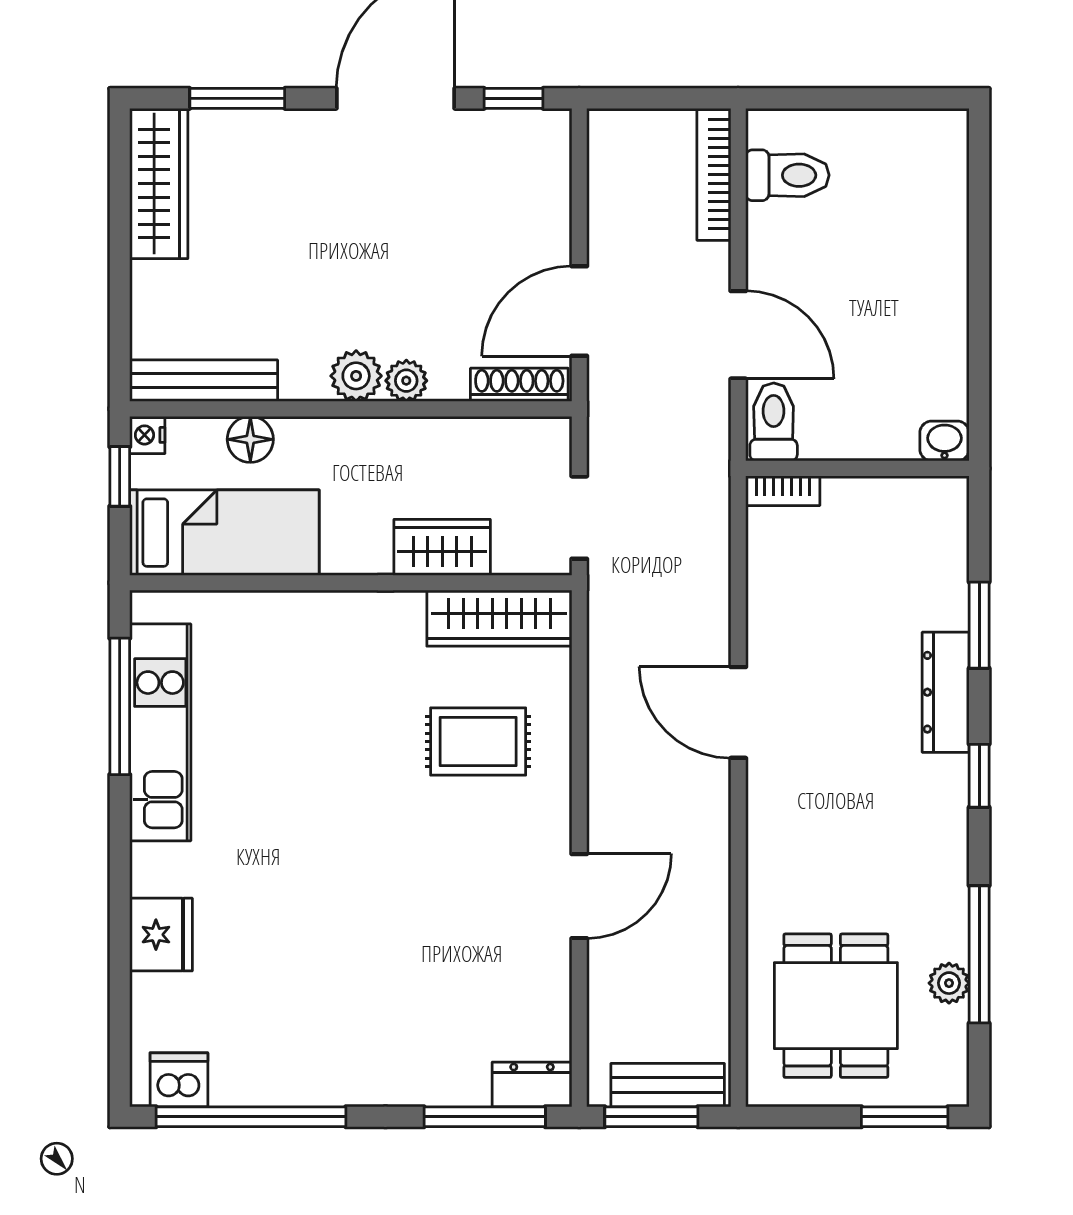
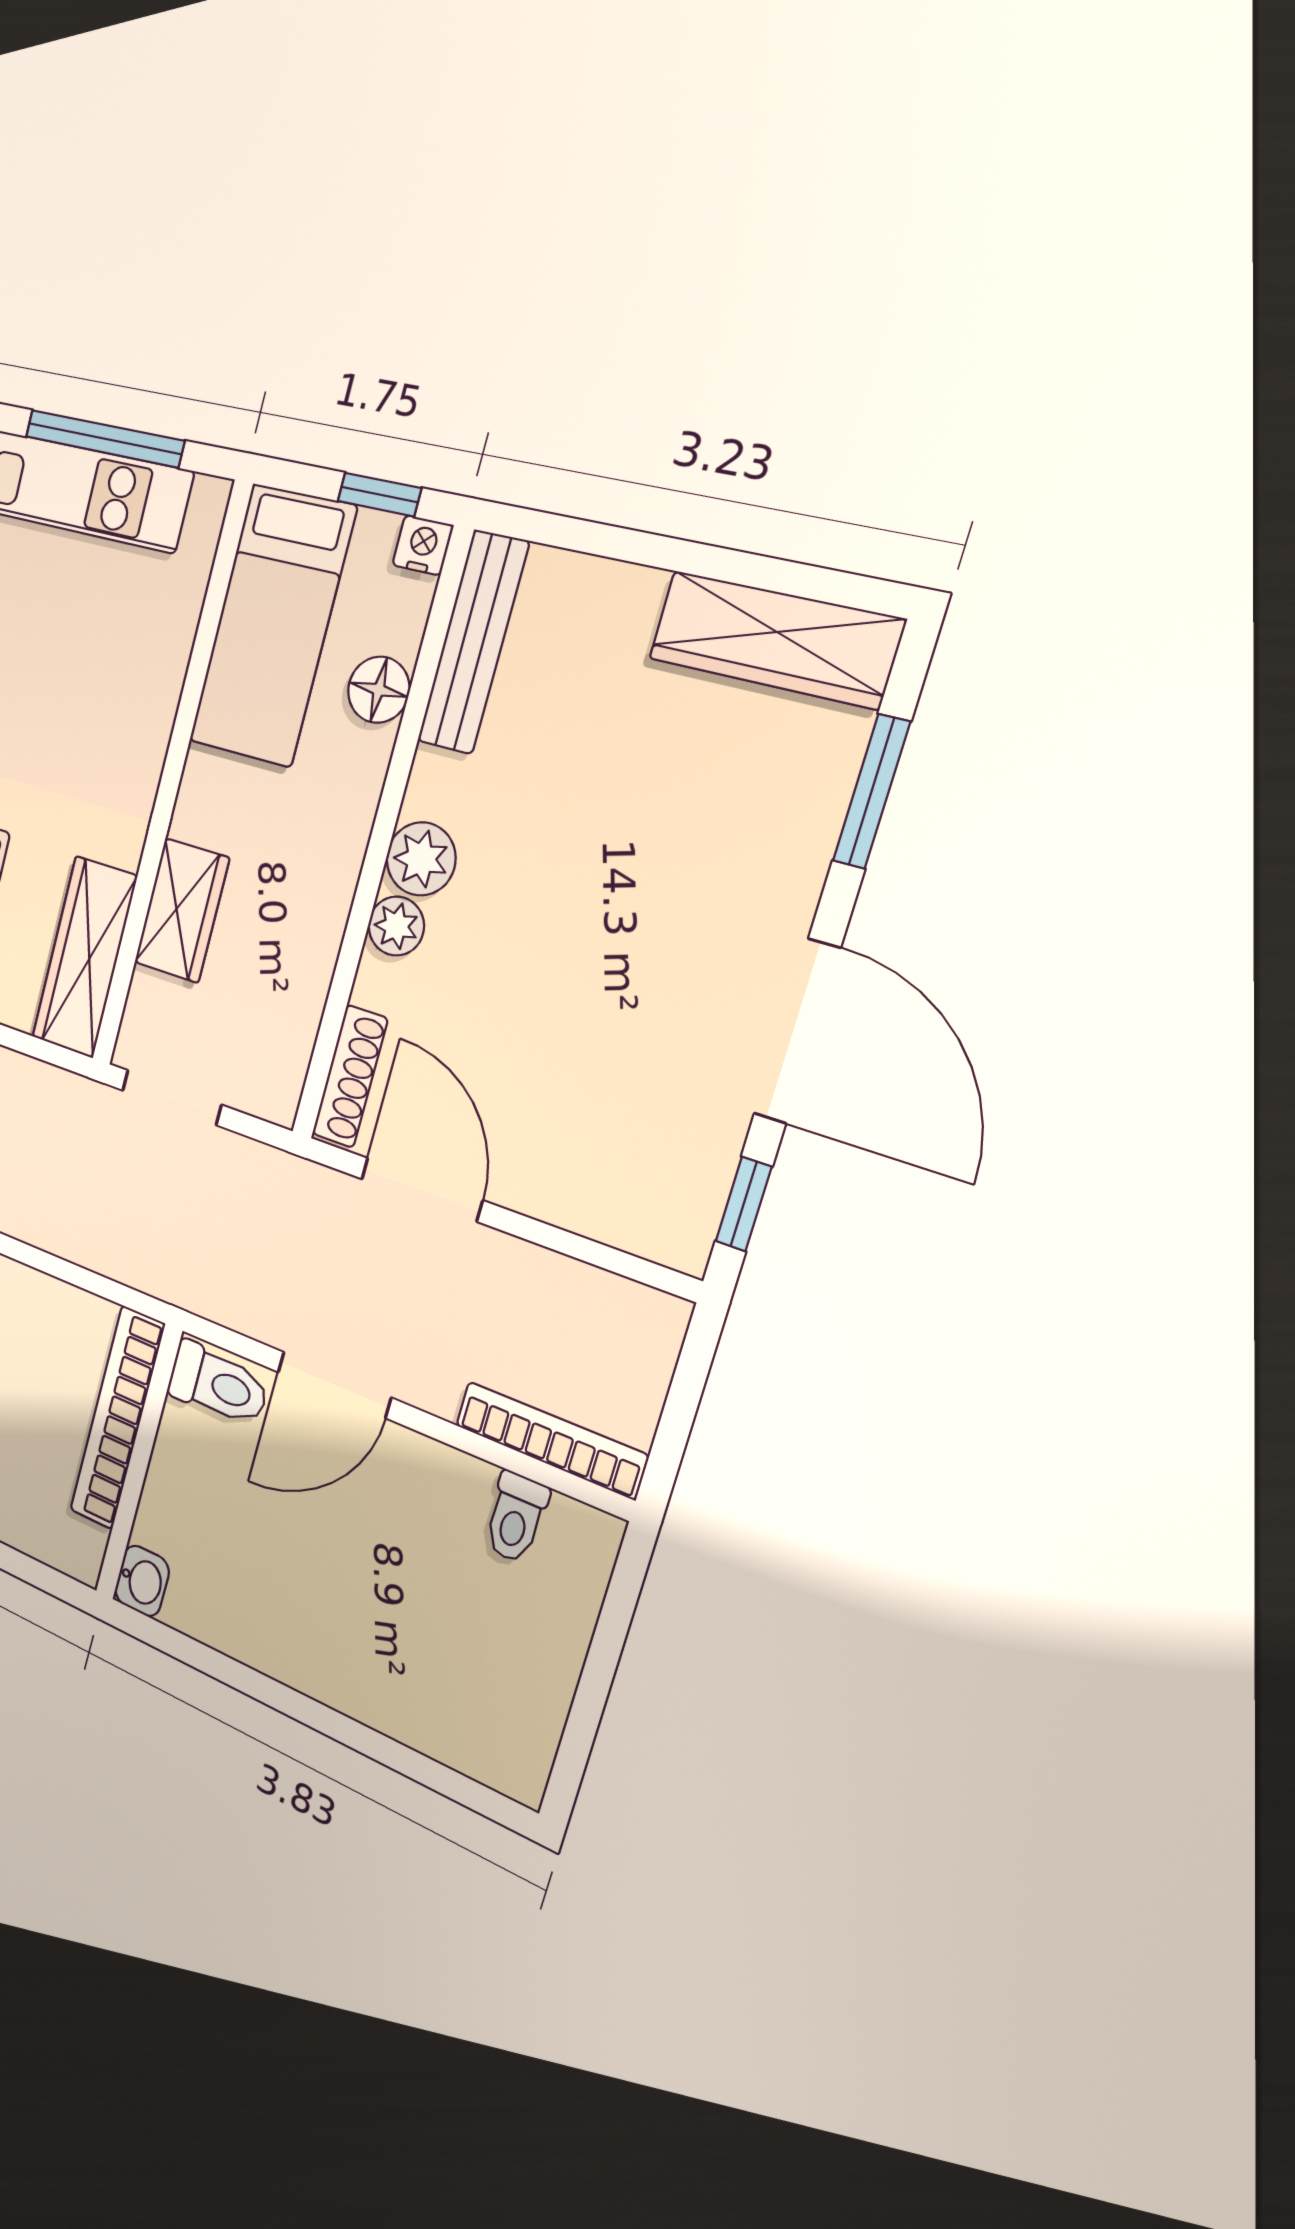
toilet: (787, 175) -> (516, 1517), width x0.73, depth x0.72
bookcase: (783, 491) -> (117, 1418), width x2.31, depth x1.31

